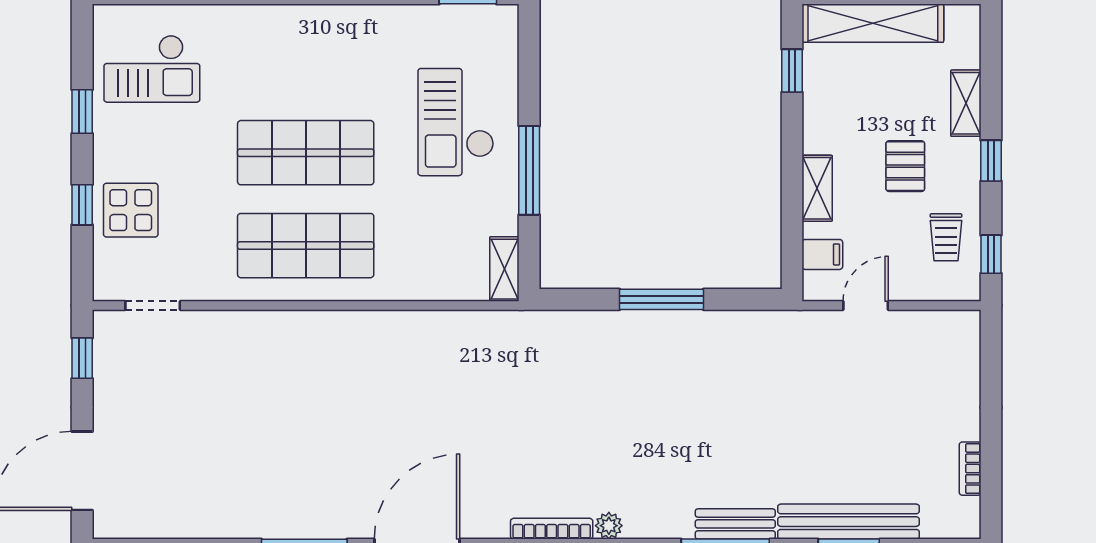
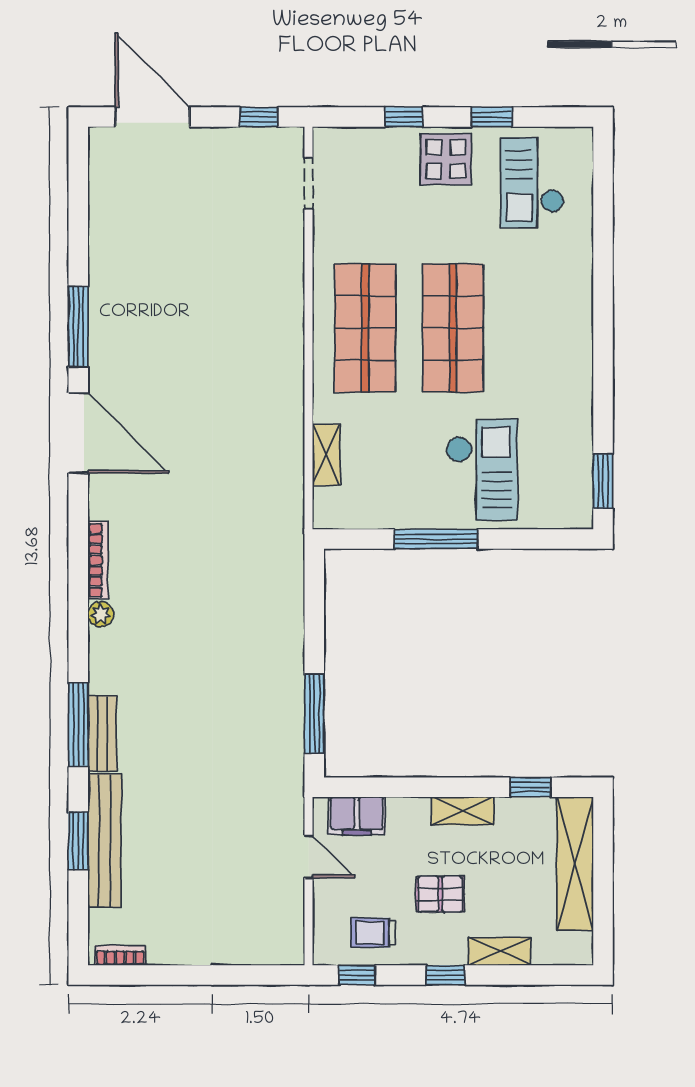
checkout: (456, 122) -> (482, 470), turned 90
shelving: (817, 188) -> (463, 811), moved
display table: (131, 210) -> (446, 159), moved
filing cabinet: (822, 254) -> (357, 816), width x2.00
shelving: (504, 269) -> (326, 455), moved, turned 90
window: (661, 299) -> (314, 714), moved
bookcase: (970, 469) -> (120, 955), moved

